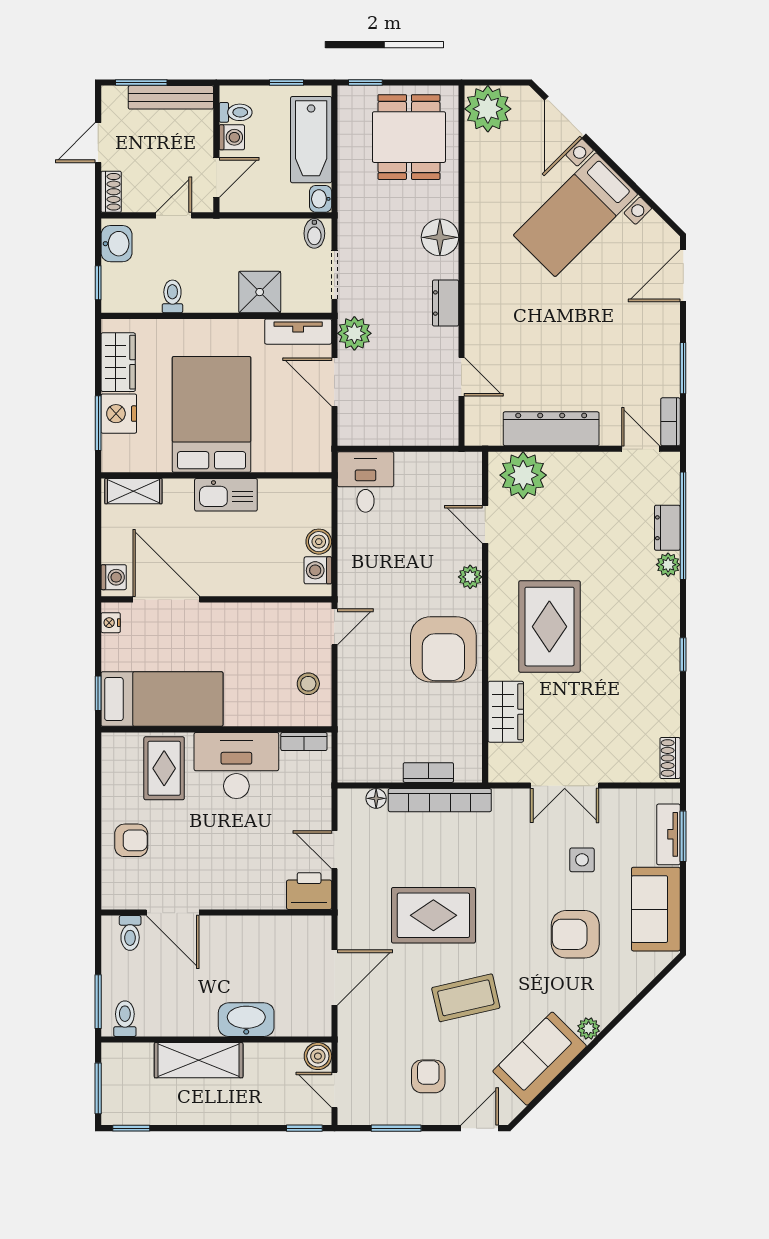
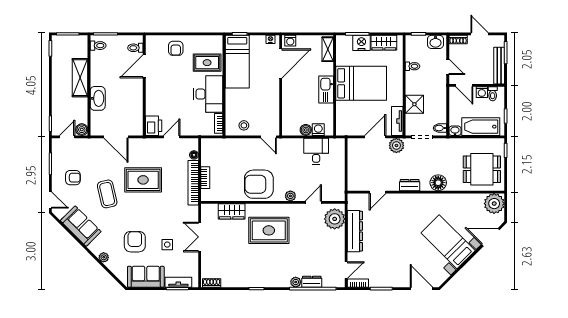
desk: (366, 482) -> (316, 151), moved, turned -90
washing machine: (318, 570) -> (318, 130), moved
rug: (433, 915) -> (143, 180), turned 90
plant: (589, 1028) -> (104, 257), moved

